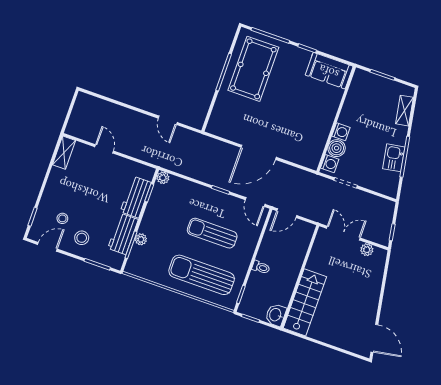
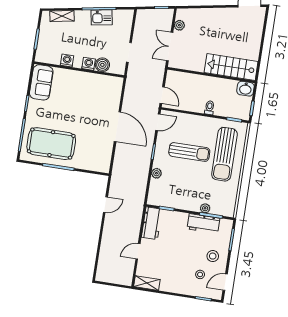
washing machine: (330, 164) -> (67, 60), moved
plant: (163, 178) -> (156, 173), moved
workbench: (136, 197) -> (152, 223), moved, turned -90
sun lounger: (212, 233) -> (189, 152), turned -90
door: (47, 247) -> (225, 282), hinge flipped

